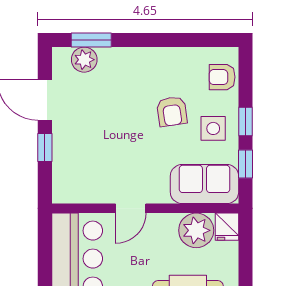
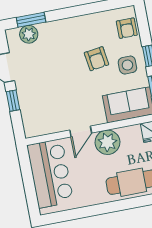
armchair: (222, 77) -> (127, 28), turned -90
plant: (196, 230) -> (107, 142), moved

